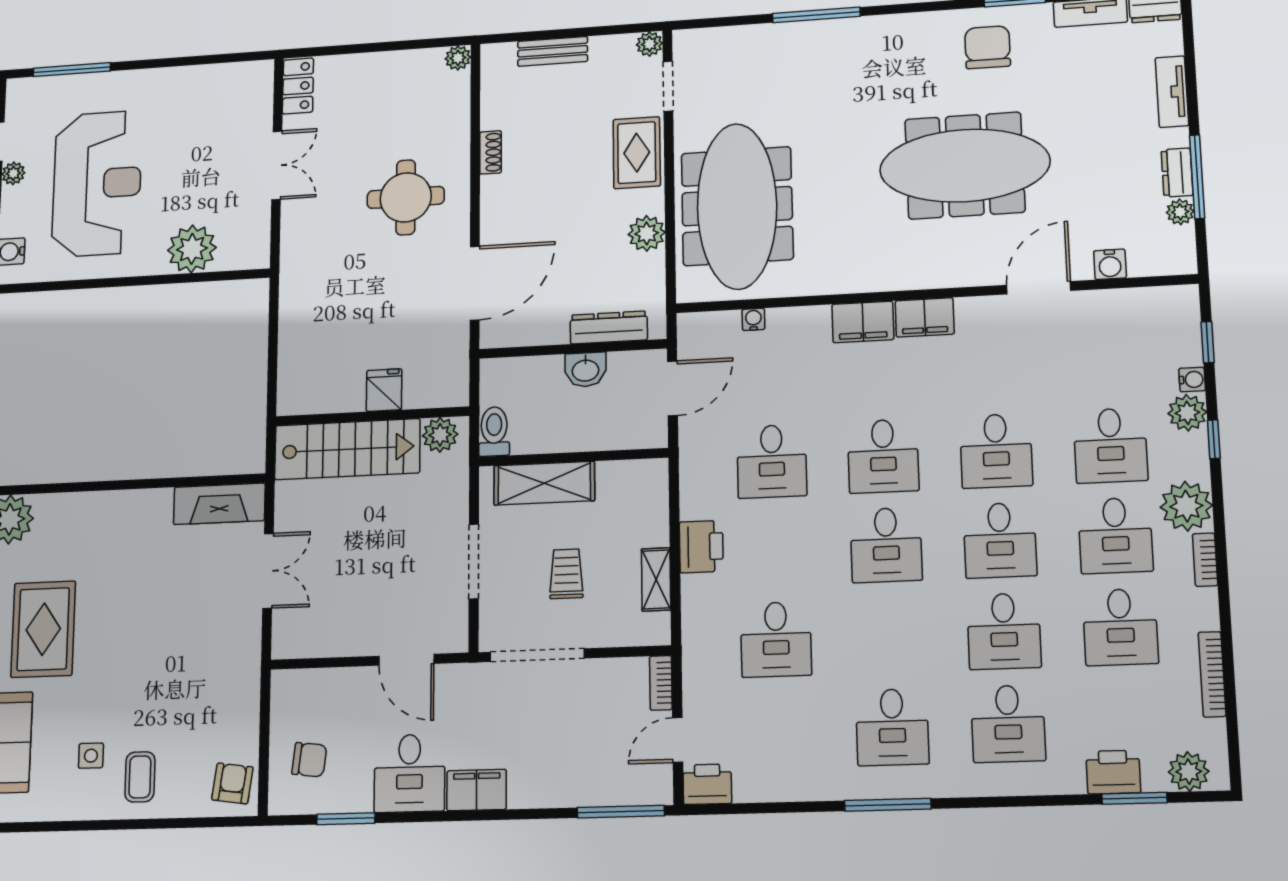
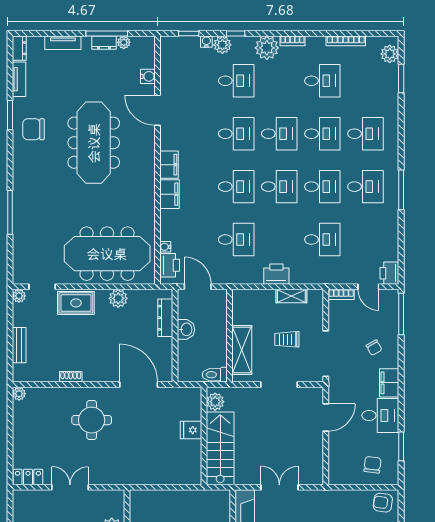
desk: (1115, 535) -> (322, 187), moved
chair: (550, 756) -> (374, 348), added
printer: (1113, 772) -> (170, 265), moved, turned 180

